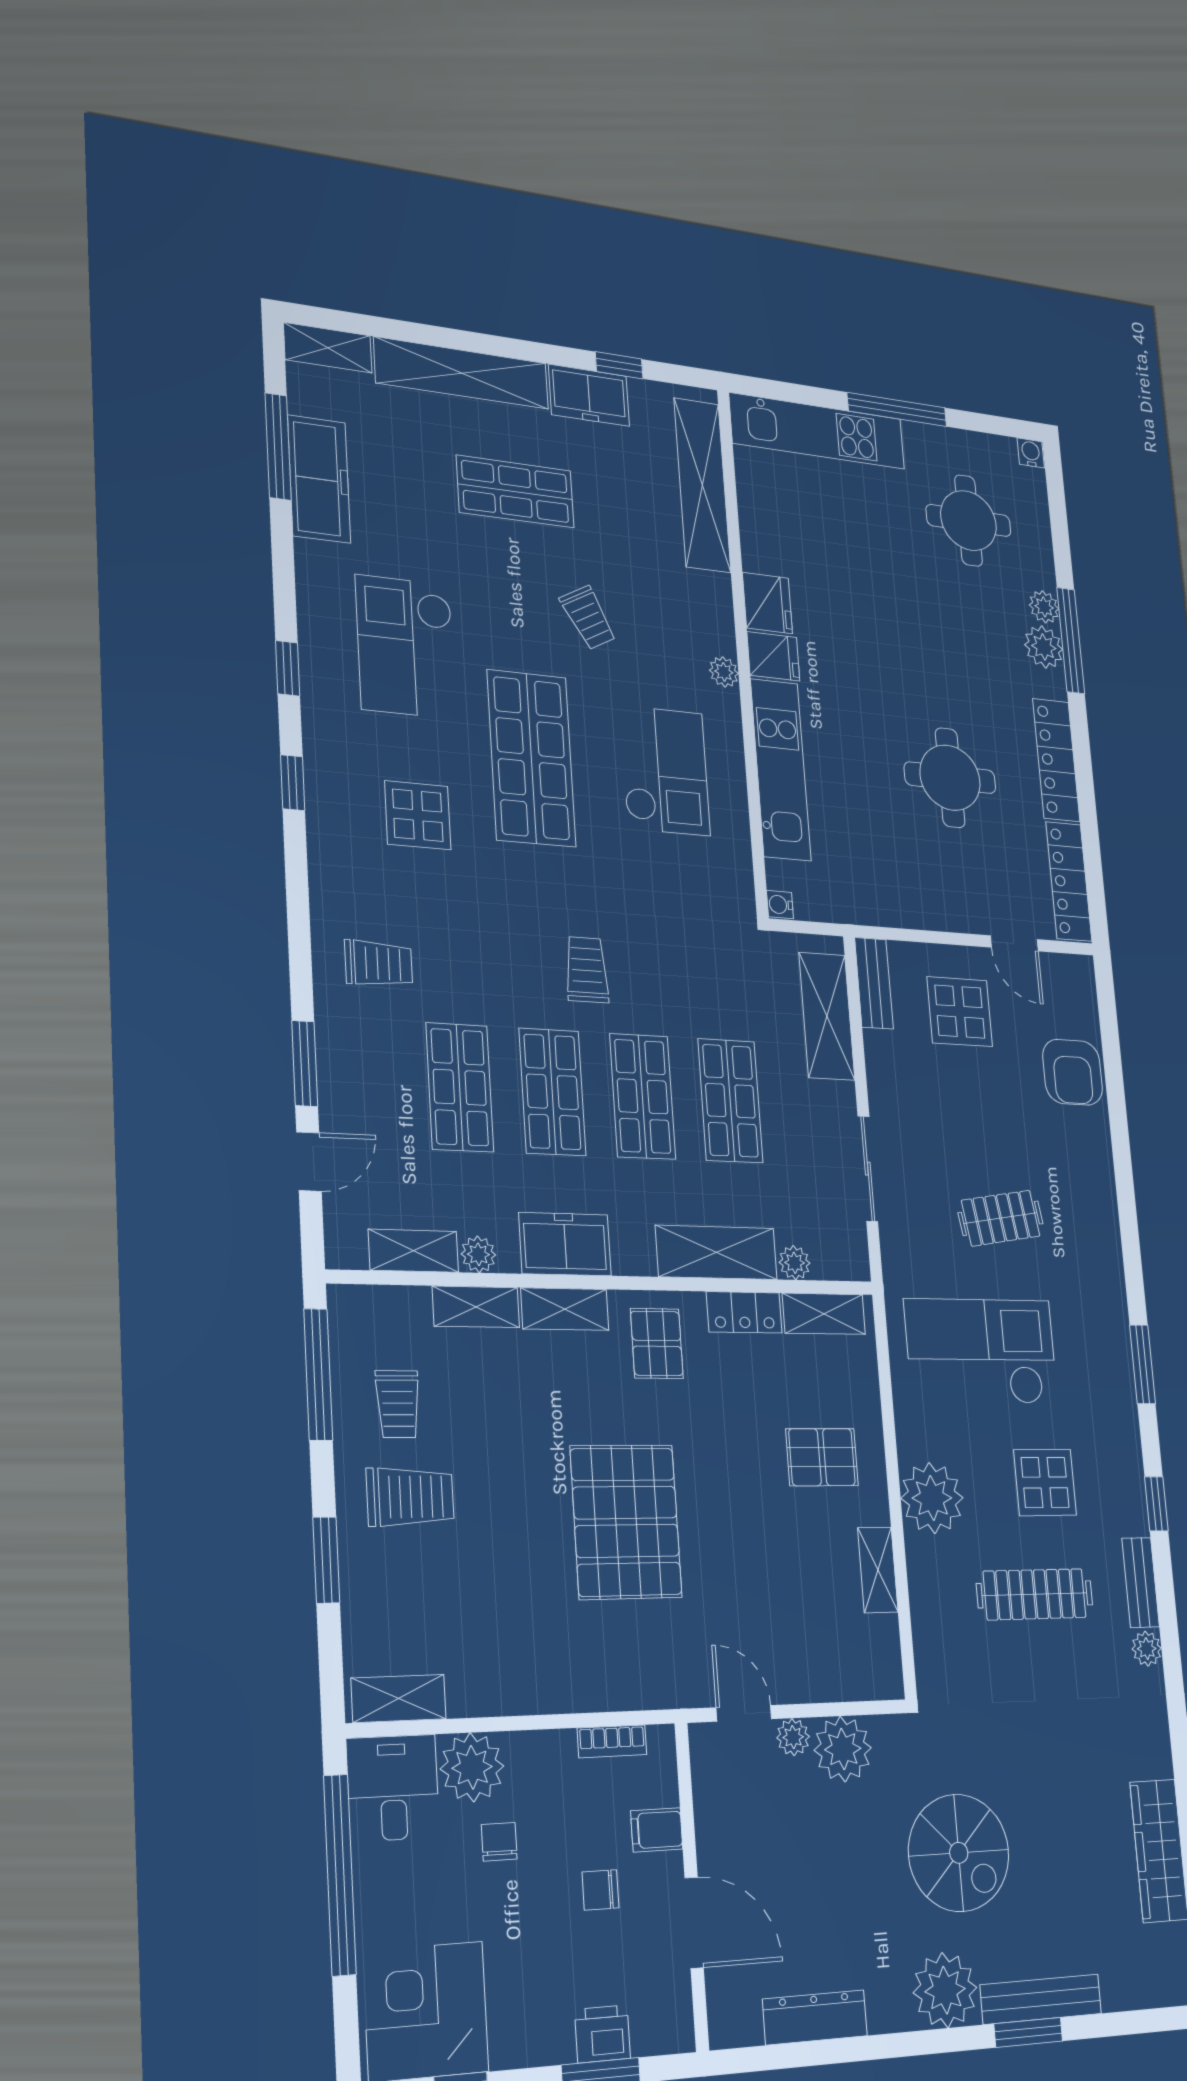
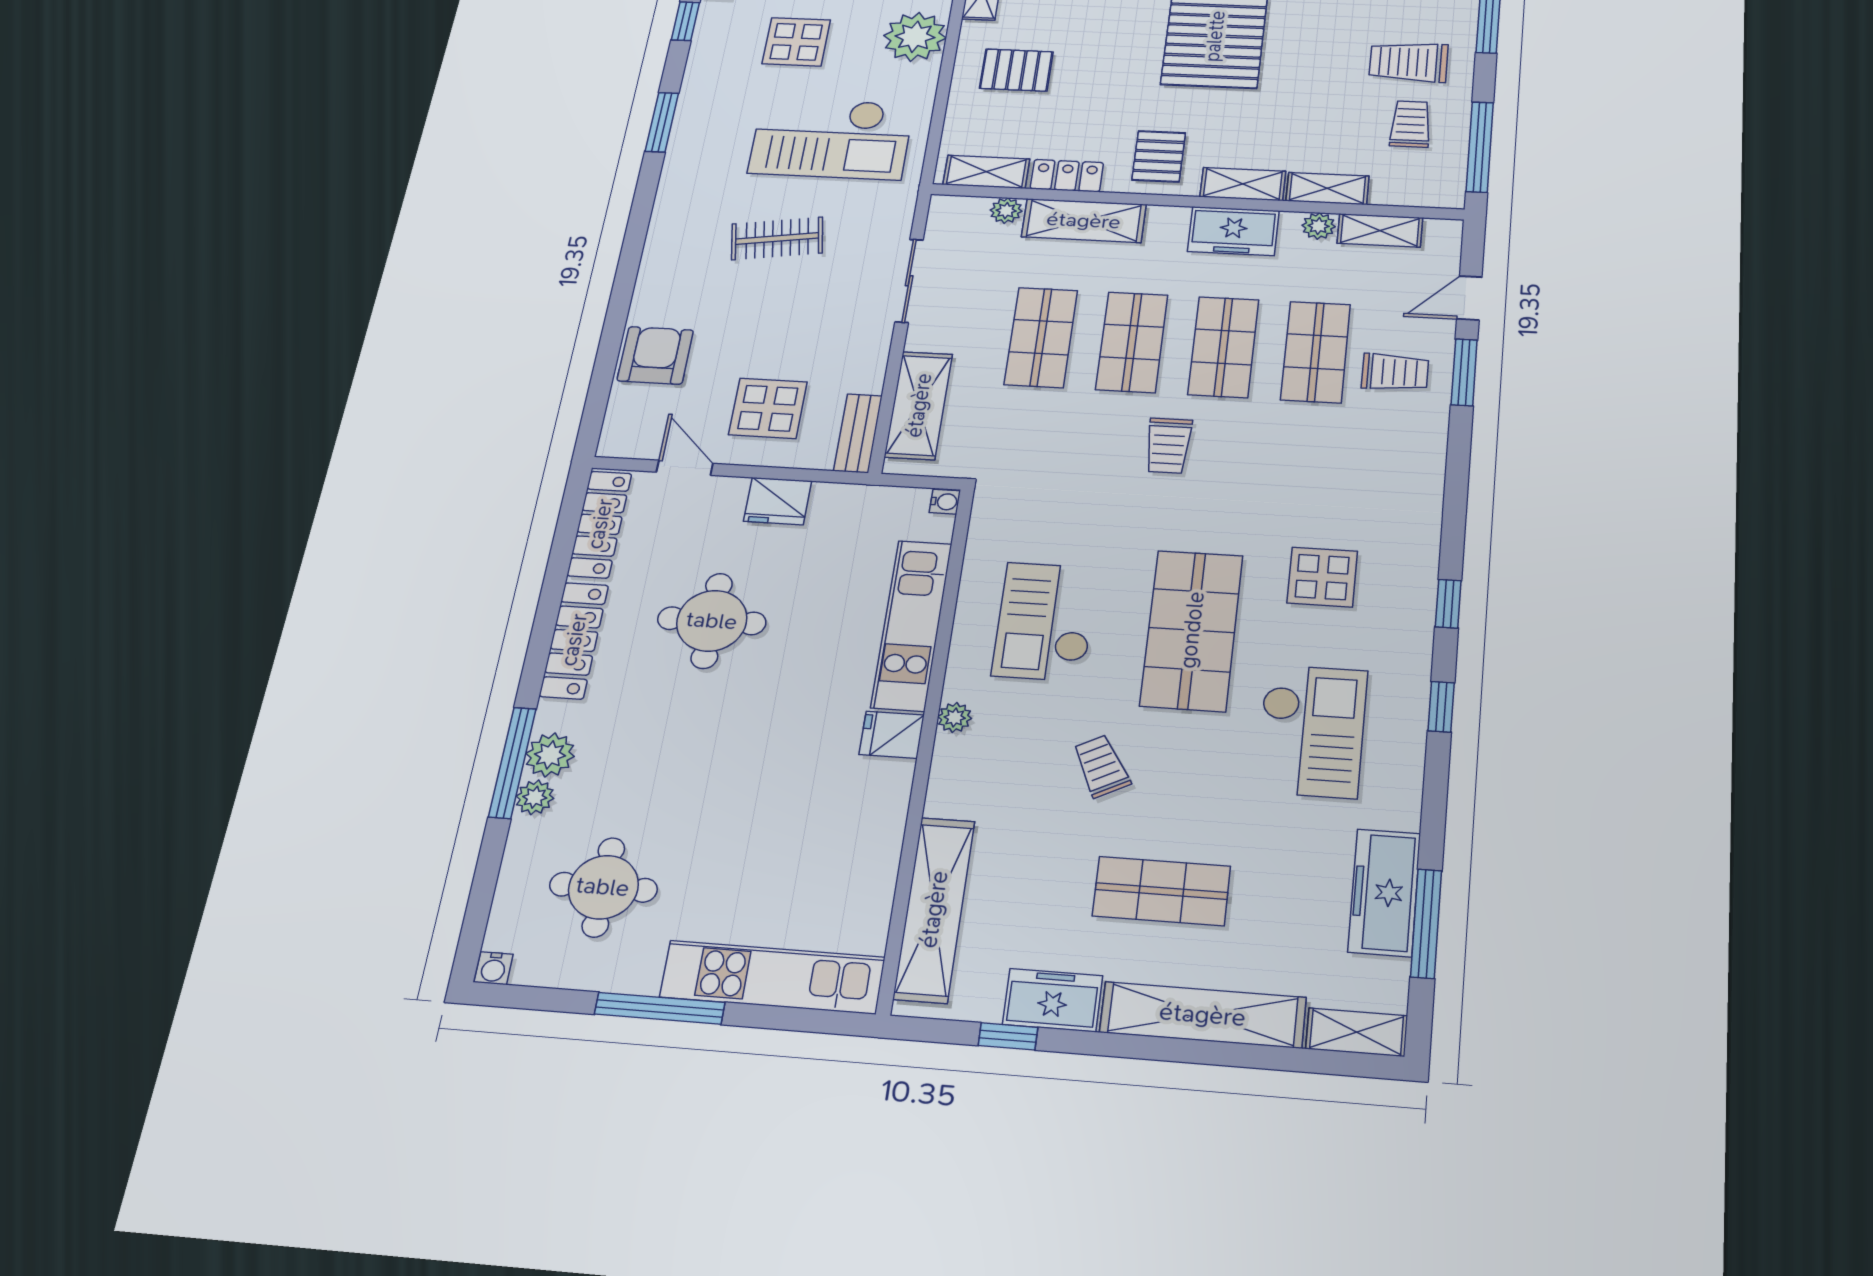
fridge: (767, 603) -> (778, 501), moved, turned -90
trolley: (379, 964) -> (1395, 372), moved, turned 180

